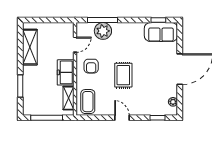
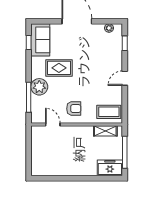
plant: (103, 31) -> (39, 87), moved
shelving: (30, 47) -> (55, 169), removed
freezer: (66, 72) -> (110, 168), moved, turned 180
rug: (123, 75) -> (59, 68), moved
window: (20, 86) -> (93, 178), removed

